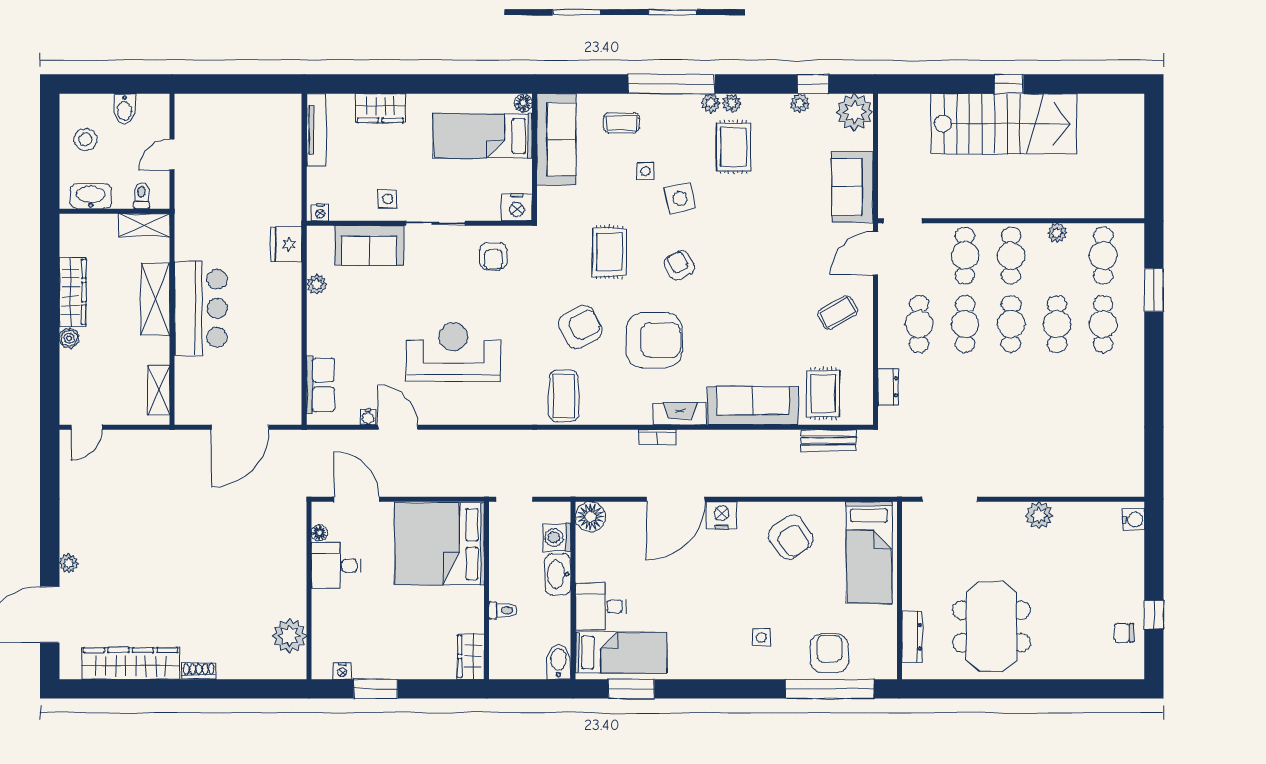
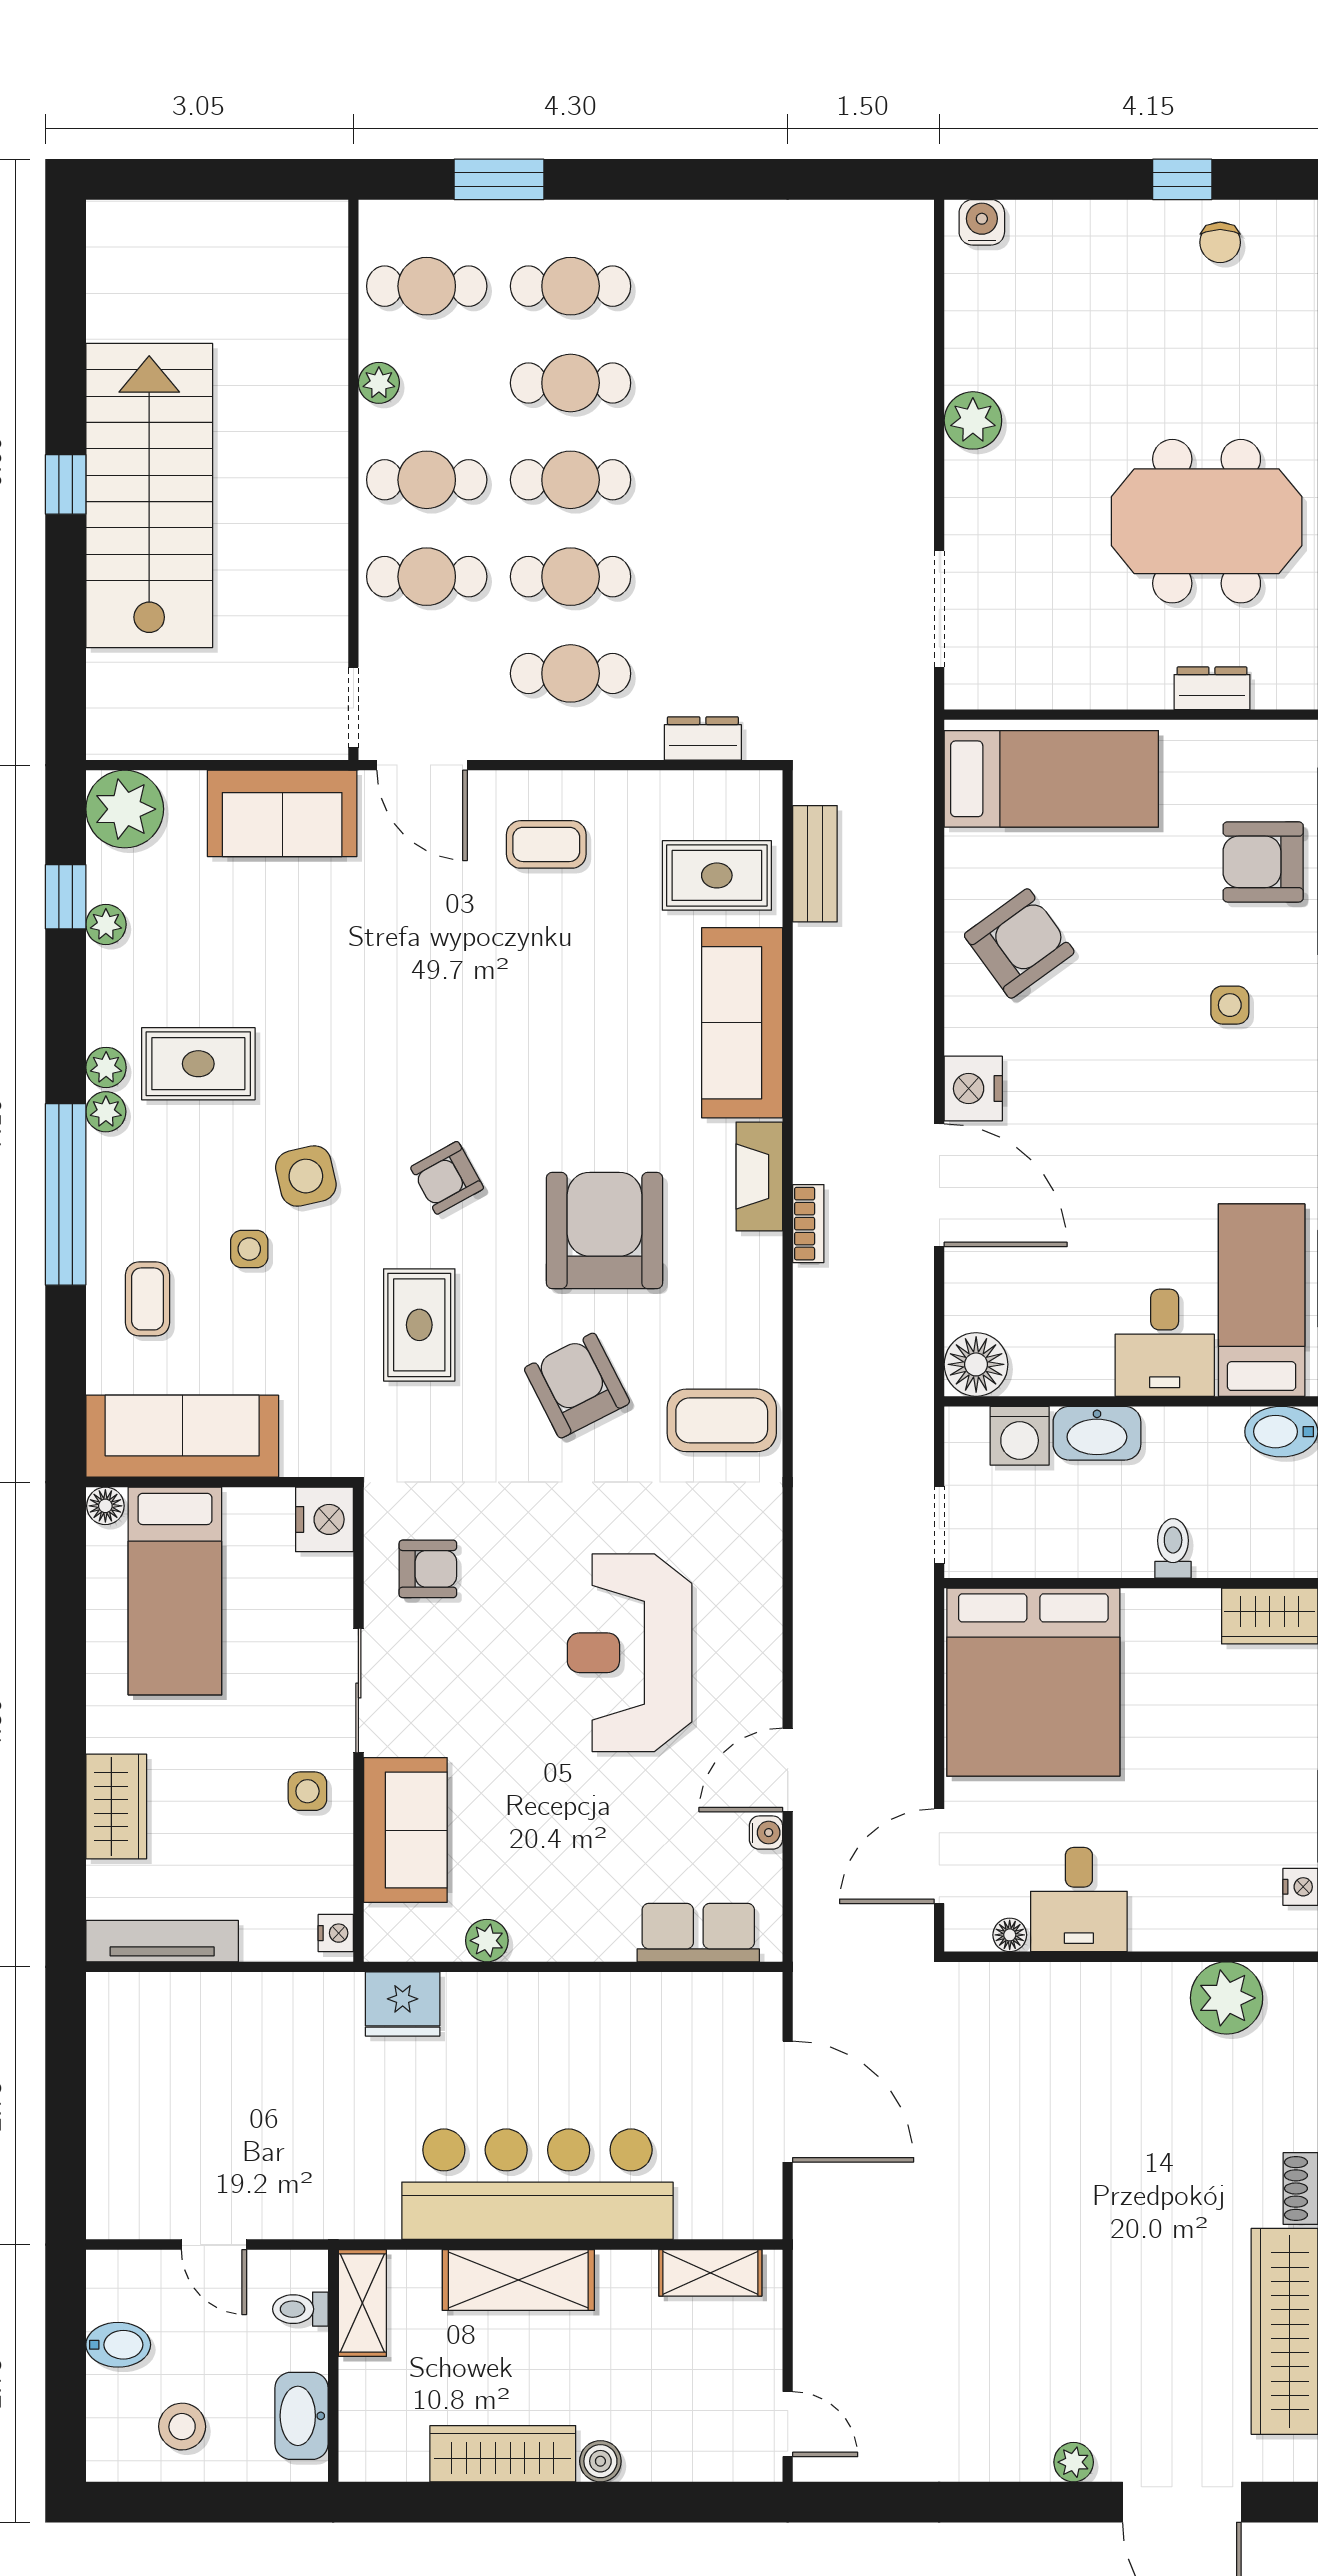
rug: (609, 252) -> (419, 1325), turned 90
bar counter: (201, 308) -> (537, 2184), width x1.36
coffee table: (838, 312) -> (546, 844), turned -61
dresser: (912, 637) -> (1212, 688), width x0.70

